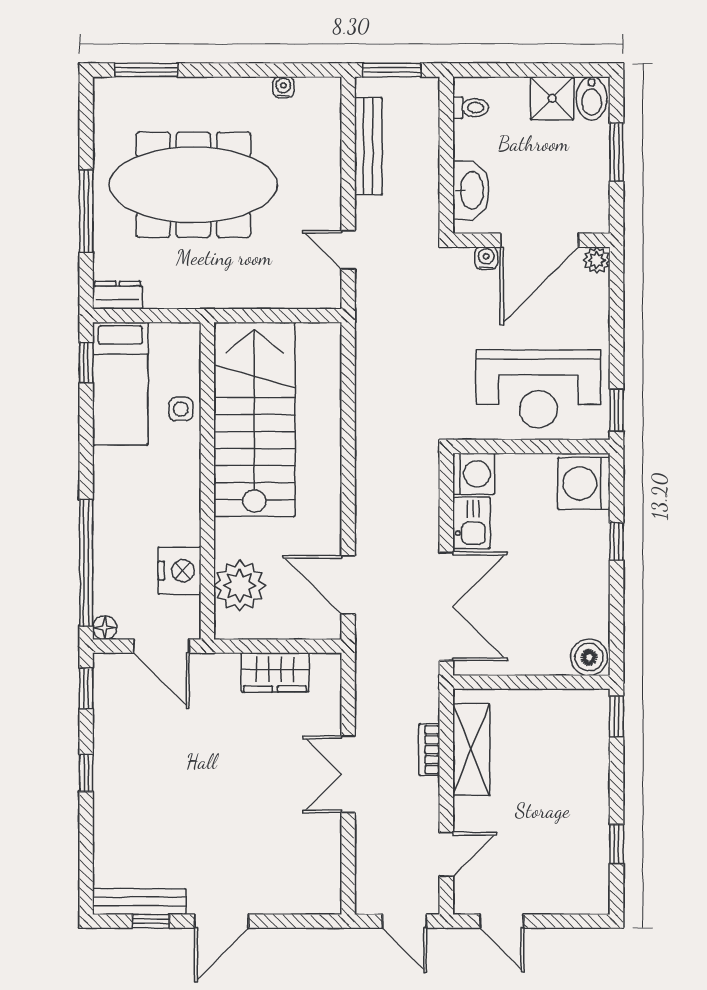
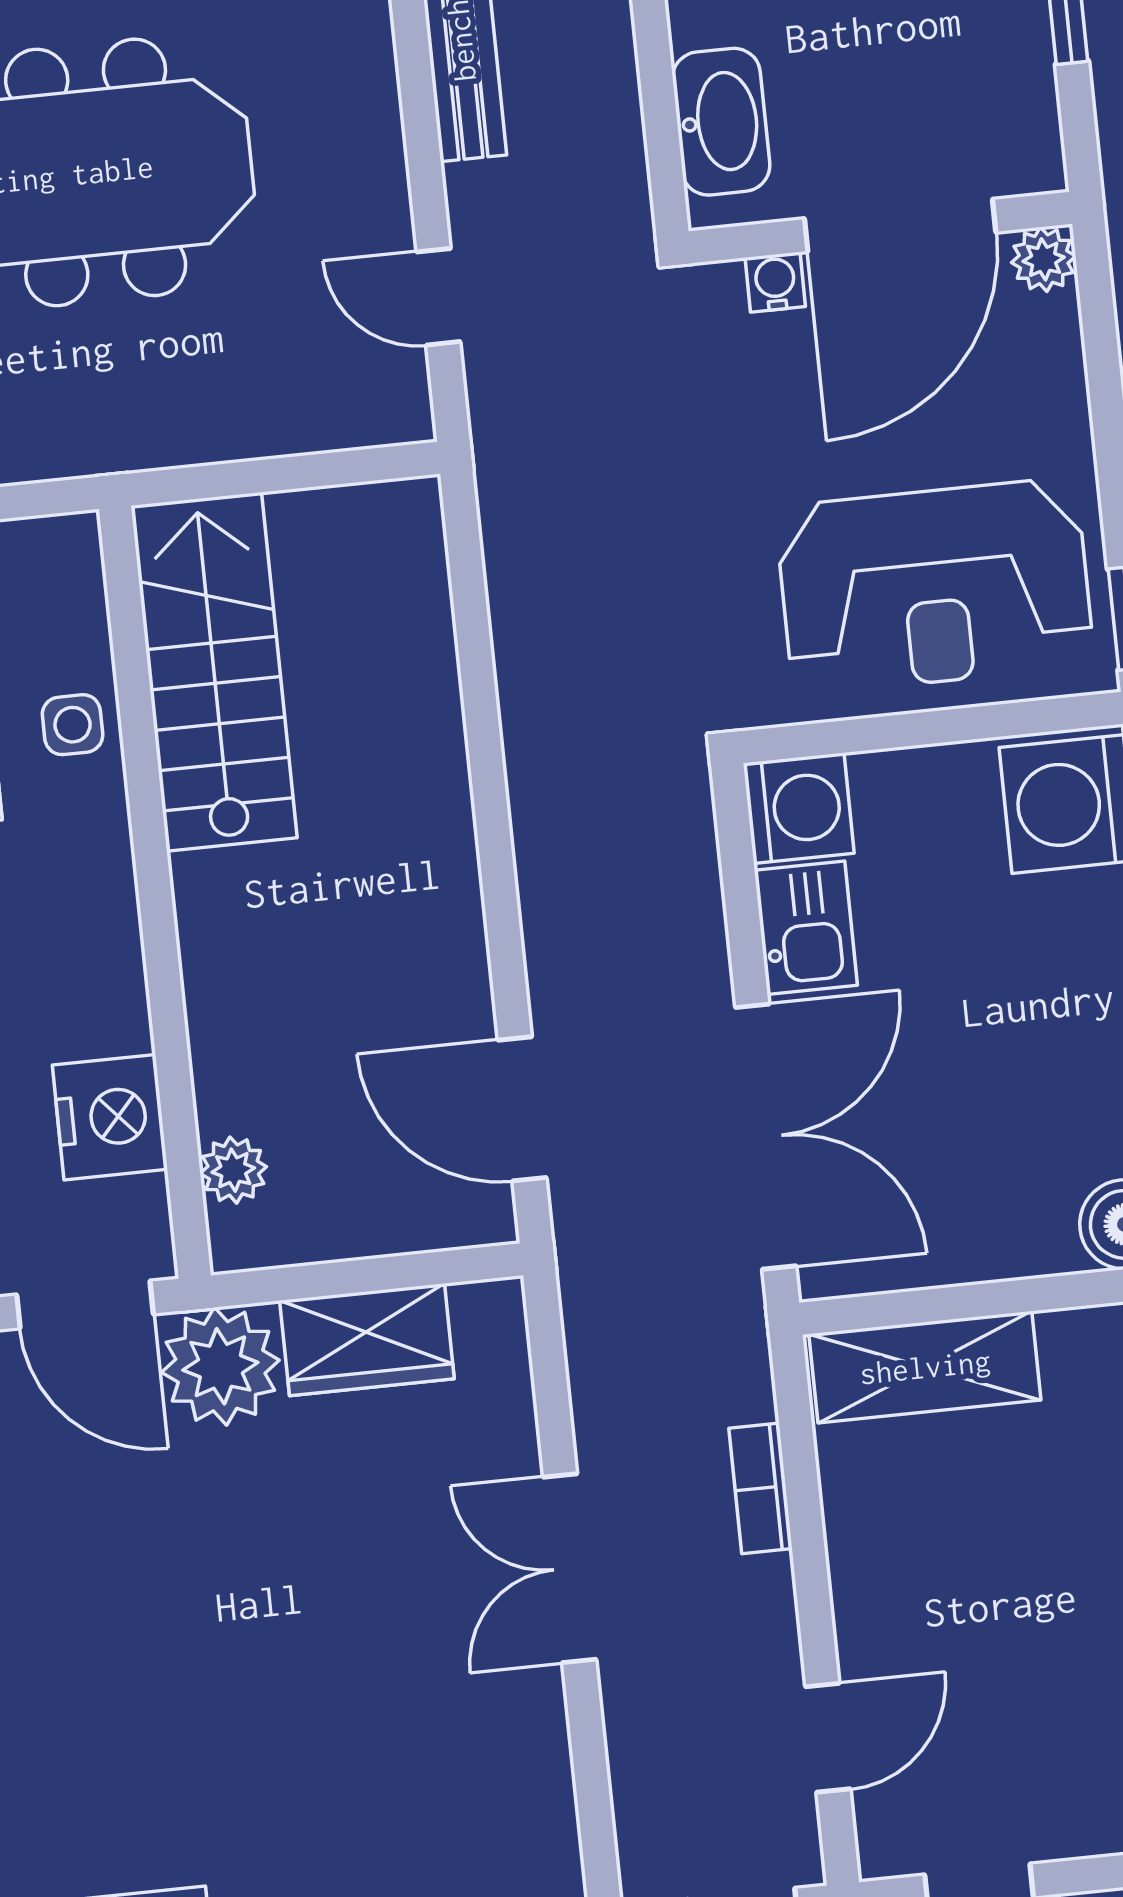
stairs: (254, 419) -> (214, 672), width x0.73, depth x0.66
plant: (240, 586) -> (233, 1170), width x0.53, depth x0.53
plant: (214, 677) -> (220, 1366), added
shelving: (471, 750) -> (925, 1367), moved, turned 90

